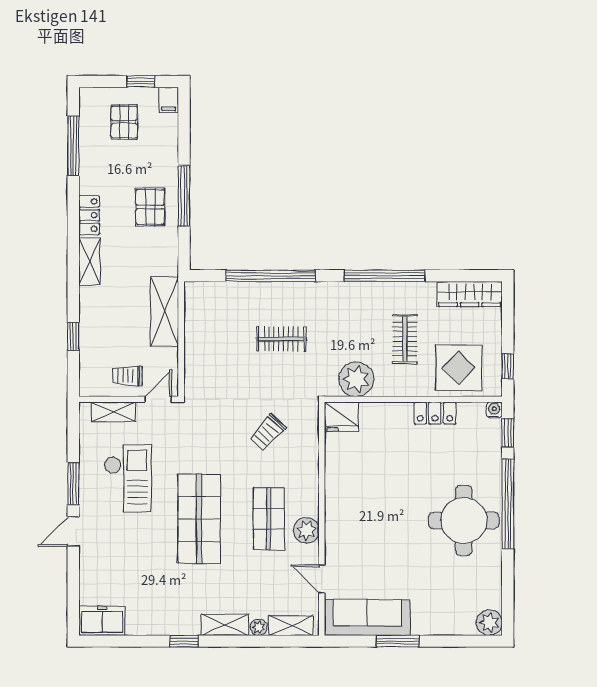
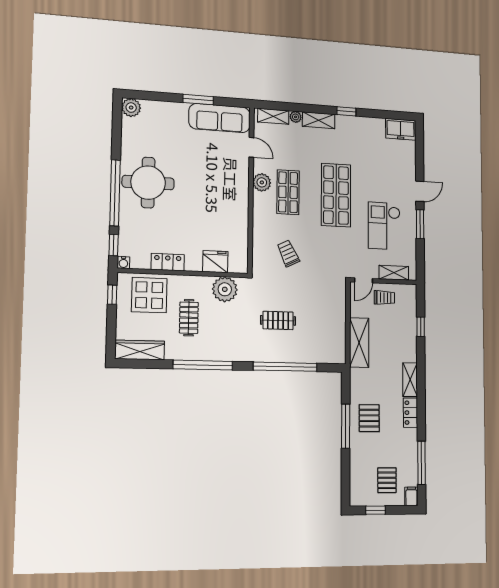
filing cabinet: (169, 100) -> (411, 496), moved
fridge: (342, 417) -> (215, 262), moved
trolley: (268, 433) -> (288, 253), turned -68

